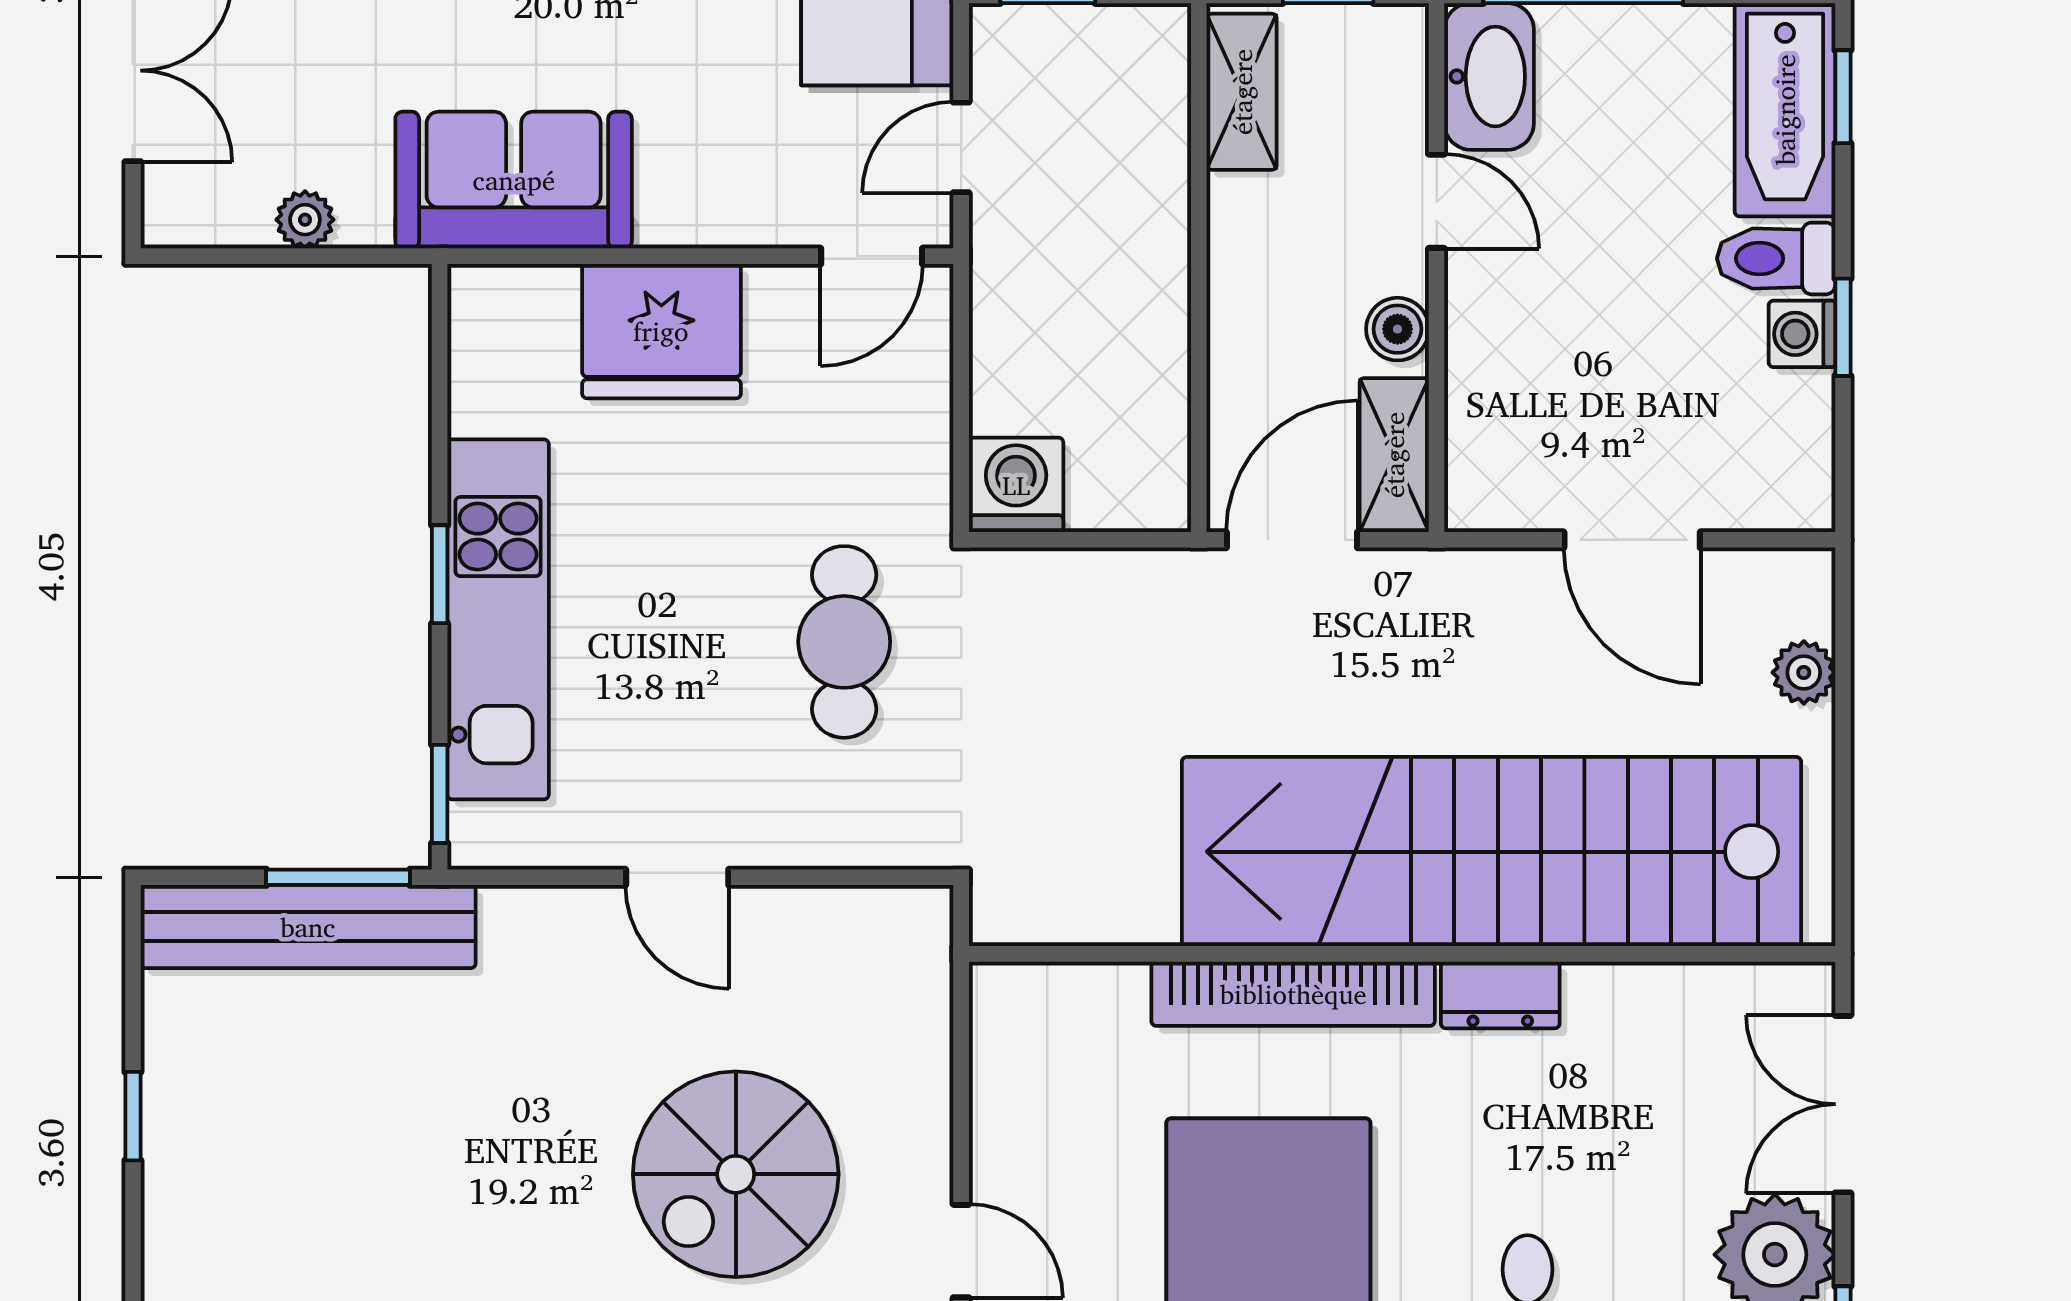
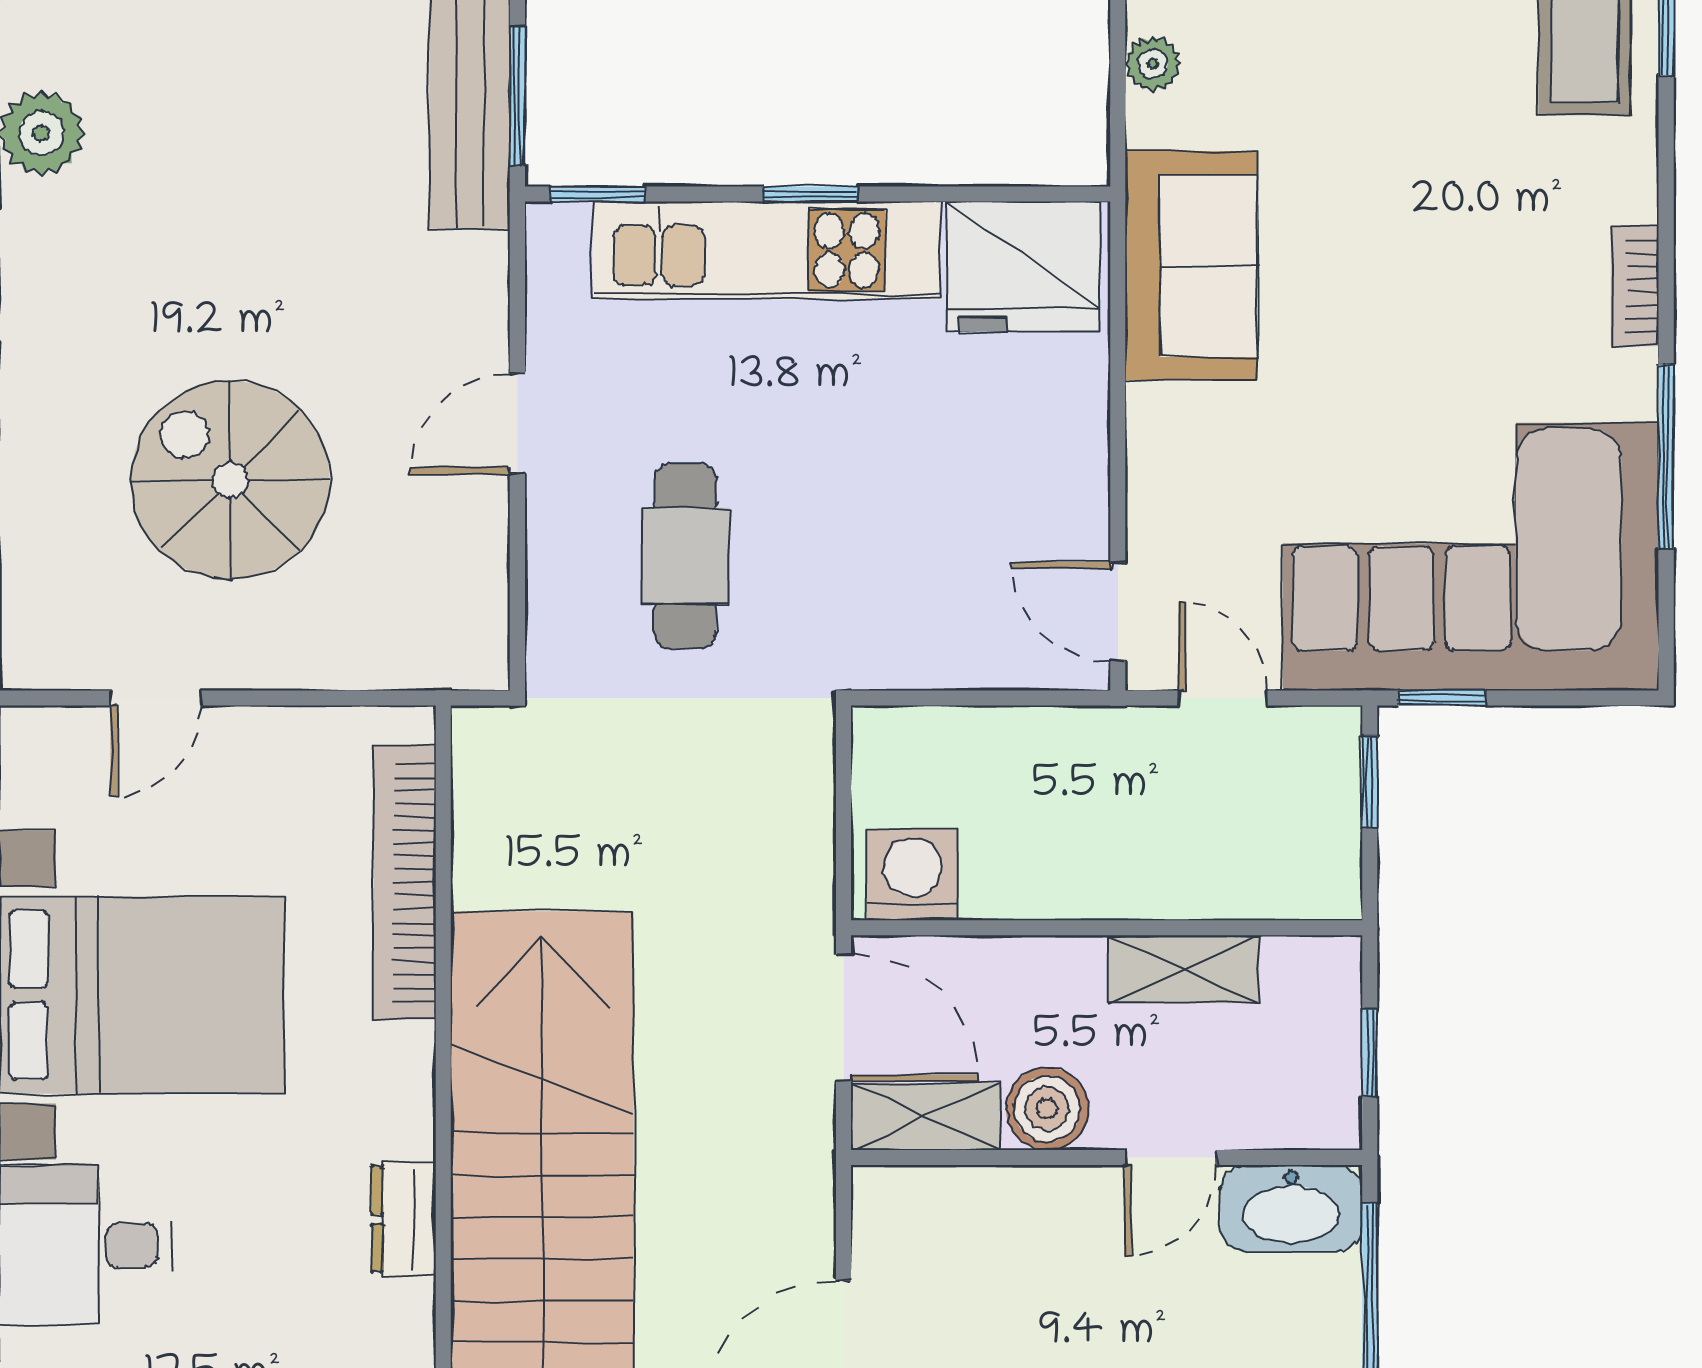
shelving: (1242, 92) -> (1184, 969), moved
boiler: (1397, 329) -> (1047, 1109), width x1.36, depth x1.36
fridge: (661, 331) -> (1023, 266), moved, turned -90
washing machine: (1016, 485) -> (912, 875), moved, turned -90
cafe table: (844, 642) -> (685, 556), moved, turned 90
bookcase: (1293, 994) -> (405, 883), moved

